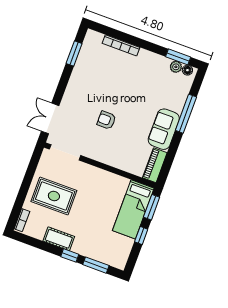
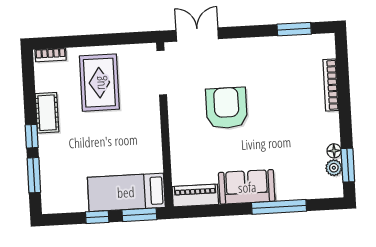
floor lamp: (187, 70) -> (334, 151), moved
armchair: (106, 120) -> (226, 108), width x1.88, depth x1.88

